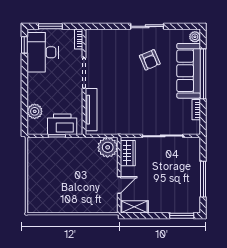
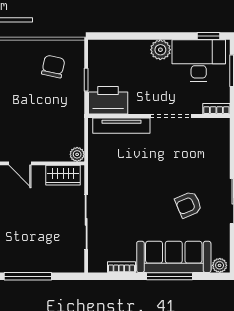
window: (203, 74) -> (170, 276), width x0.68
plant: (35, 111) -> (160, 50), moved
printer: (62, 124) -> (108, 100), moved, turned -90
plant: (108, 147) -> (77, 154), width x0.53, depth x0.53
chair: (47, 160) -> (53, 67), added

